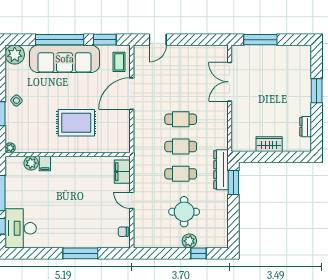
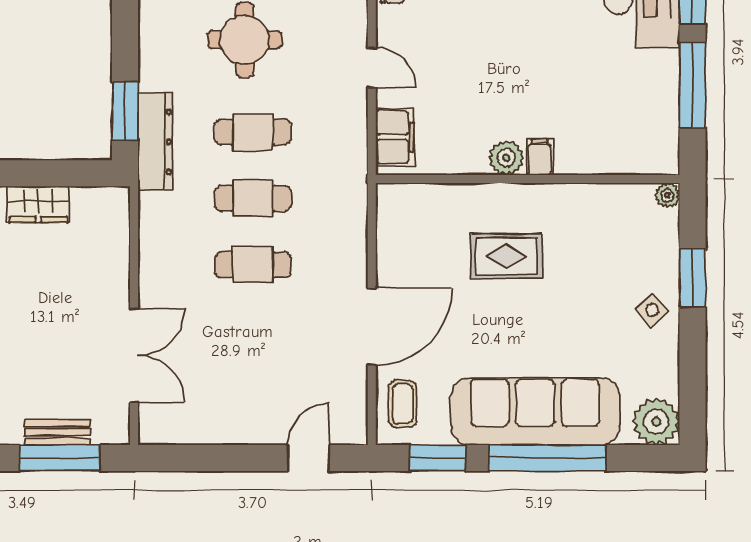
bench: (261, 50) -> (57, 432), added
rug: (76, 123) -> (506, 256), width x0.73, depth x0.70
plant: (31, 163) -> (506, 158), moved
filing cabinet: (45, 163) -> (540, 157), moved

